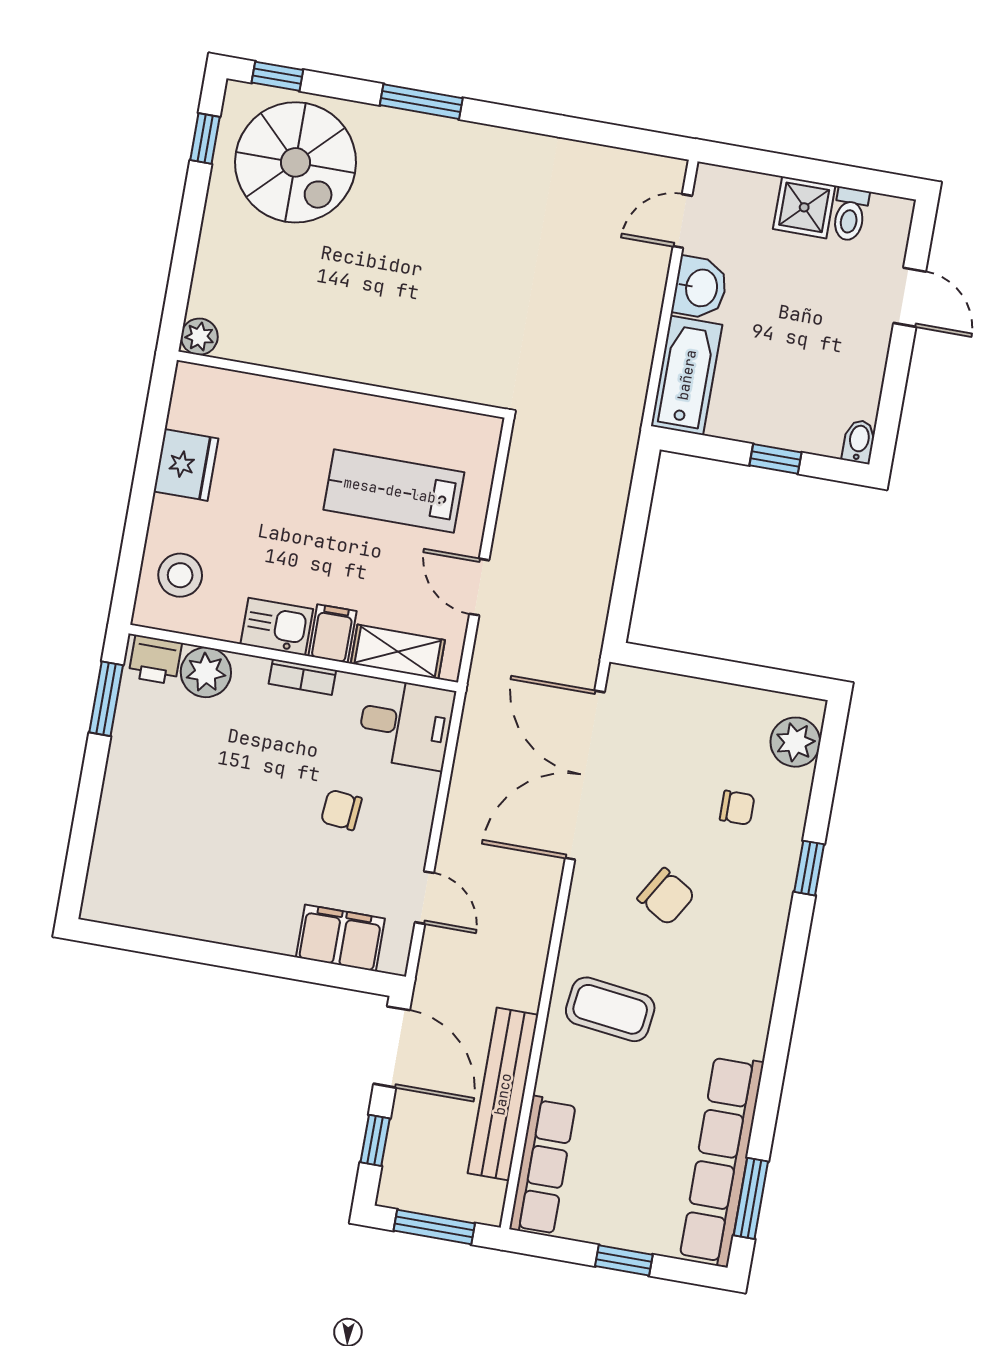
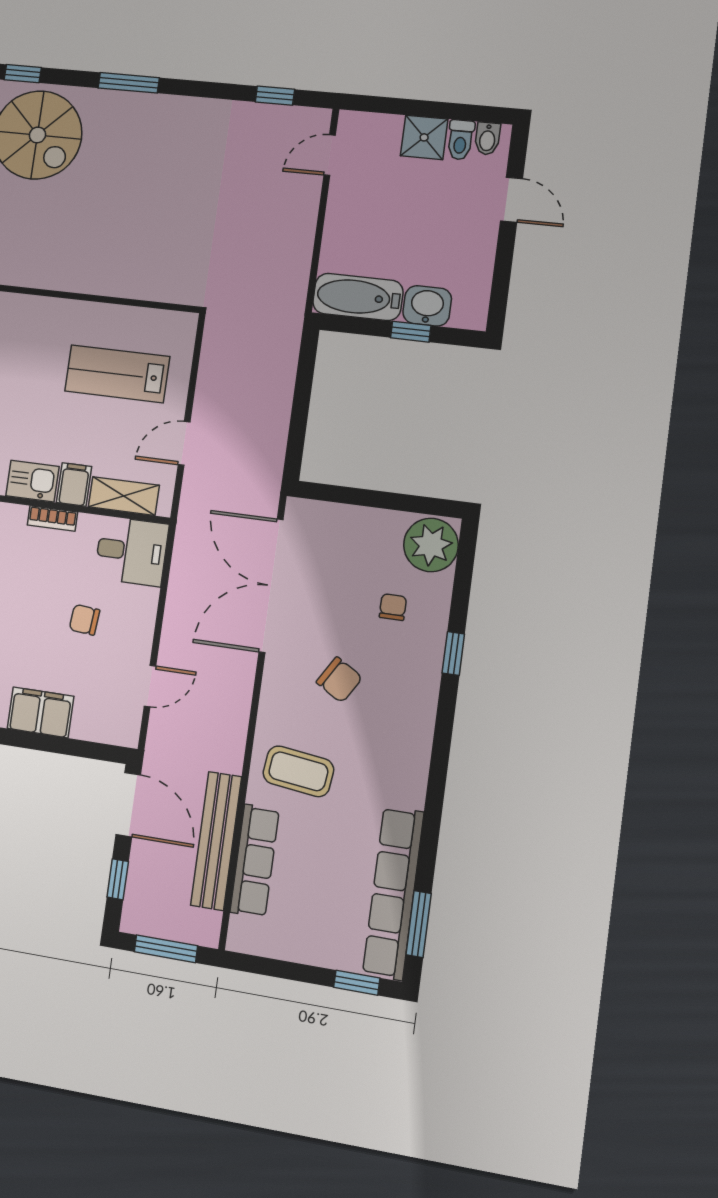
window: (615, 136) -> (275, 96), added
washbasin: (700, 288) -> (427, 306), moved, turned -90
bathtub: (687, 375) -> (358, 297), moved, turned -90
bidet: (859, 441) -> (487, 139), moved, turned 180
door: (479, 587) -> (184, 443), hinge flipped
plant: (795, 742) -> (431, 545), width x1.36, depth x1.36
chair: (737, 808) -> (393, 607), turned -90
door: (424, 898) -> (150, 686), hinge flipped
filing cabinet: (340, 938) -> (41, 712), moved
row of seats: (543, 1166) -> (255, 861), moved
window: (624, 1260) -> (357, 983), moved

